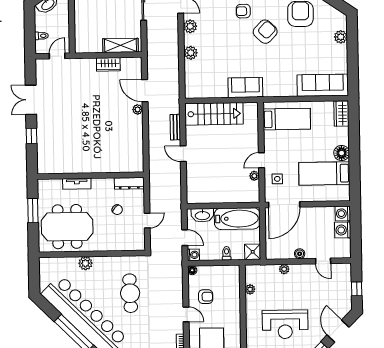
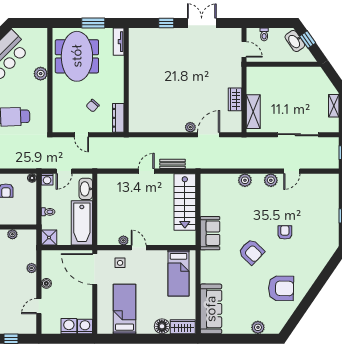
armchair: (265, 32) -> (251, 252), moved
floor lamp: (342, 153) -> (162, 326), moved
tv unit: (77, 184) -> (119, 42), moved

